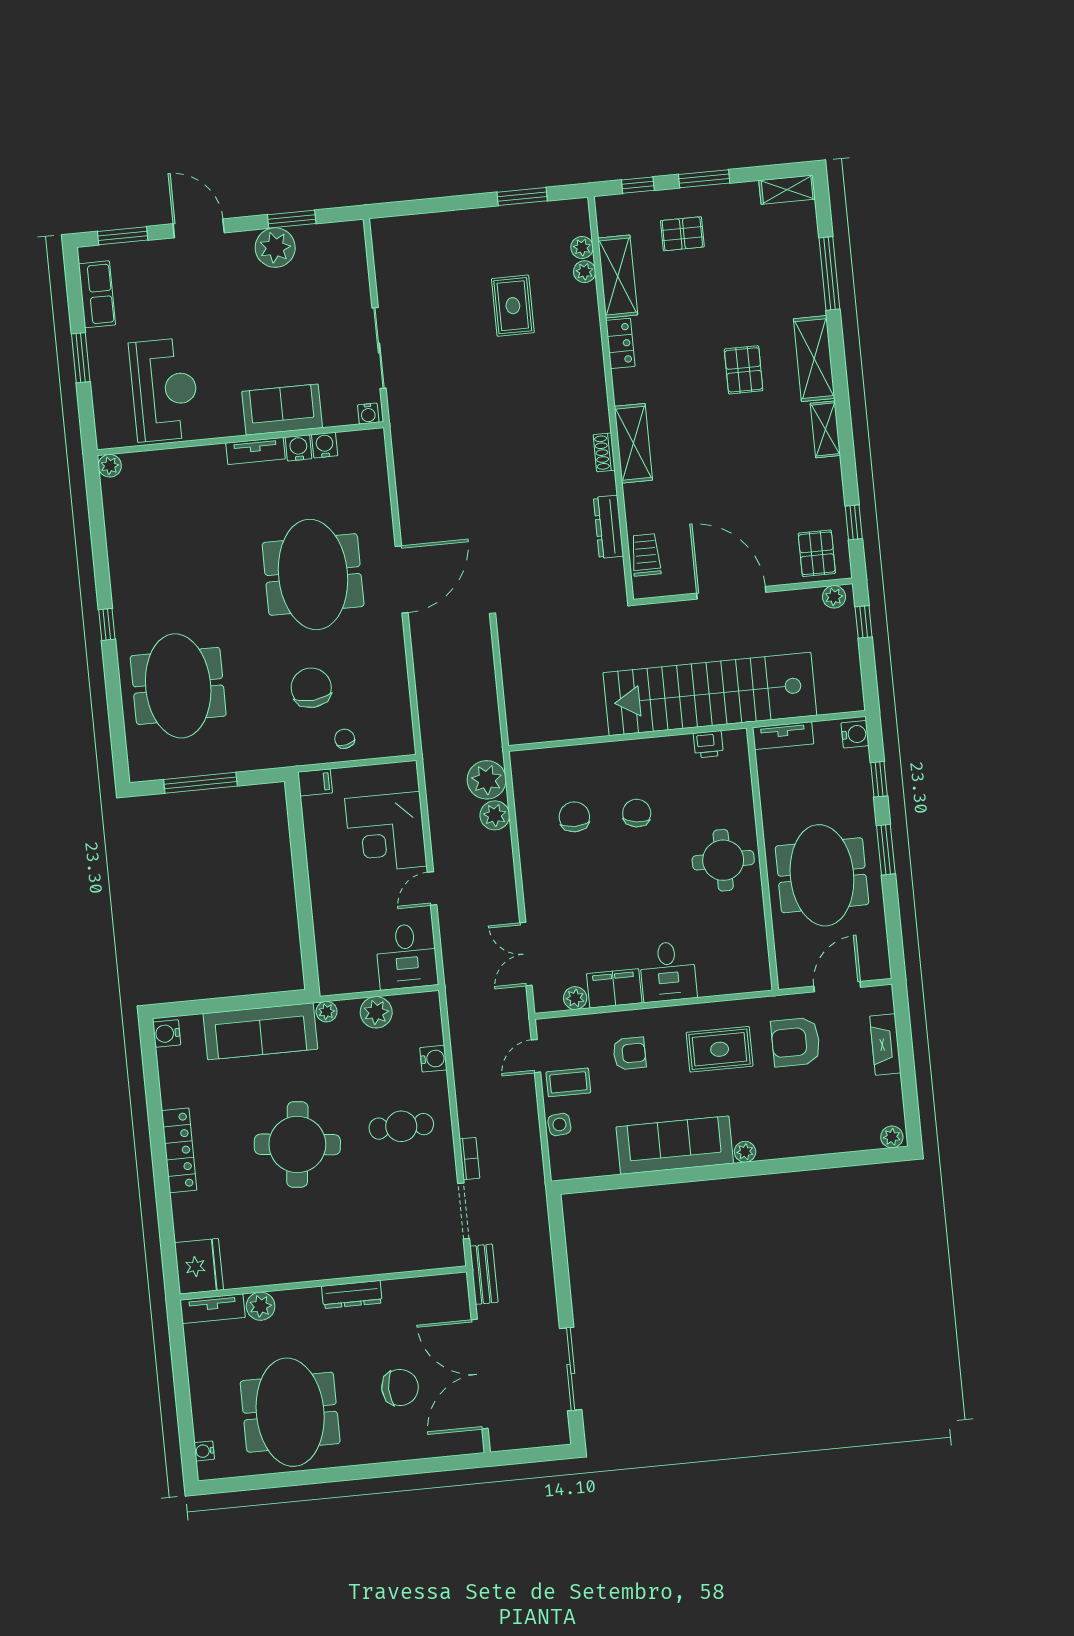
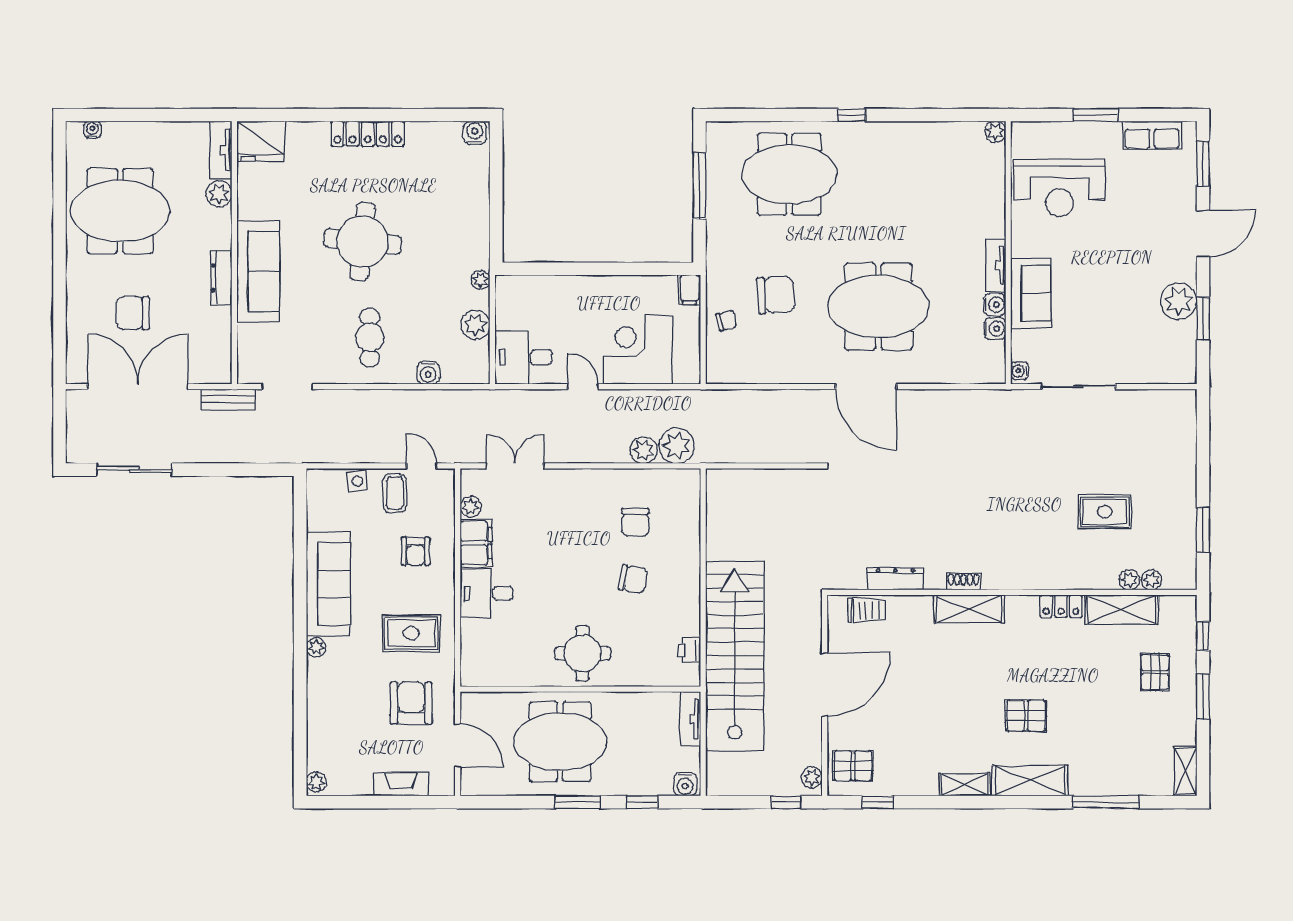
chair: (574, 817) -> (635, 522), turned 90
sofa: (260, 1031) -> (258, 271), moved, turned 180
rug: (720, 1049) -> (411, 633), turned 90
bookcase: (470, 1159) -> (334, 397), removed
chair: (400, 1387) -> (133, 313), turned 90

